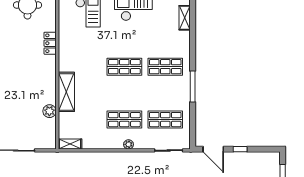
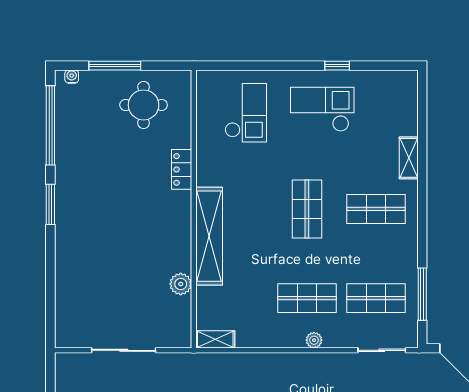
shelving: (185, 18) -> (409, 158), moved
shop shelf: (124, 67) -> (307, 209), turned 90
window: (193, 86) -> (422, 294), moved
shelving: (66, 92) -> (209, 236), width x1.47

